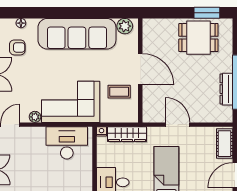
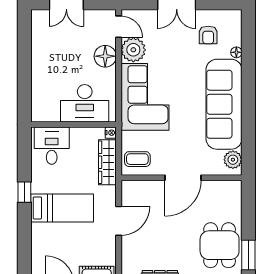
floor lamp: (21, 23) -> (236, 52), moved
coffee table: (119, 92) -> (137, 159), moved, turned 90
plant: (35, 117) -> (133, 50), width x1.87, depth x1.87
floor lamp: (36, 136) -> (105, 56), added
desk: (67, 143) -> (85, 103), moved, turned 90

